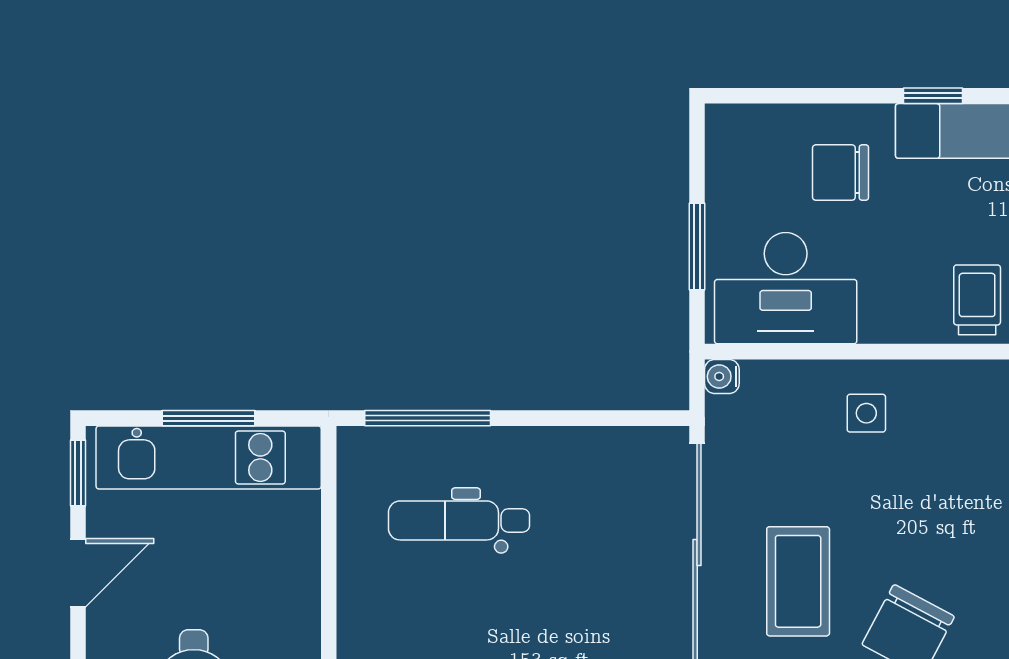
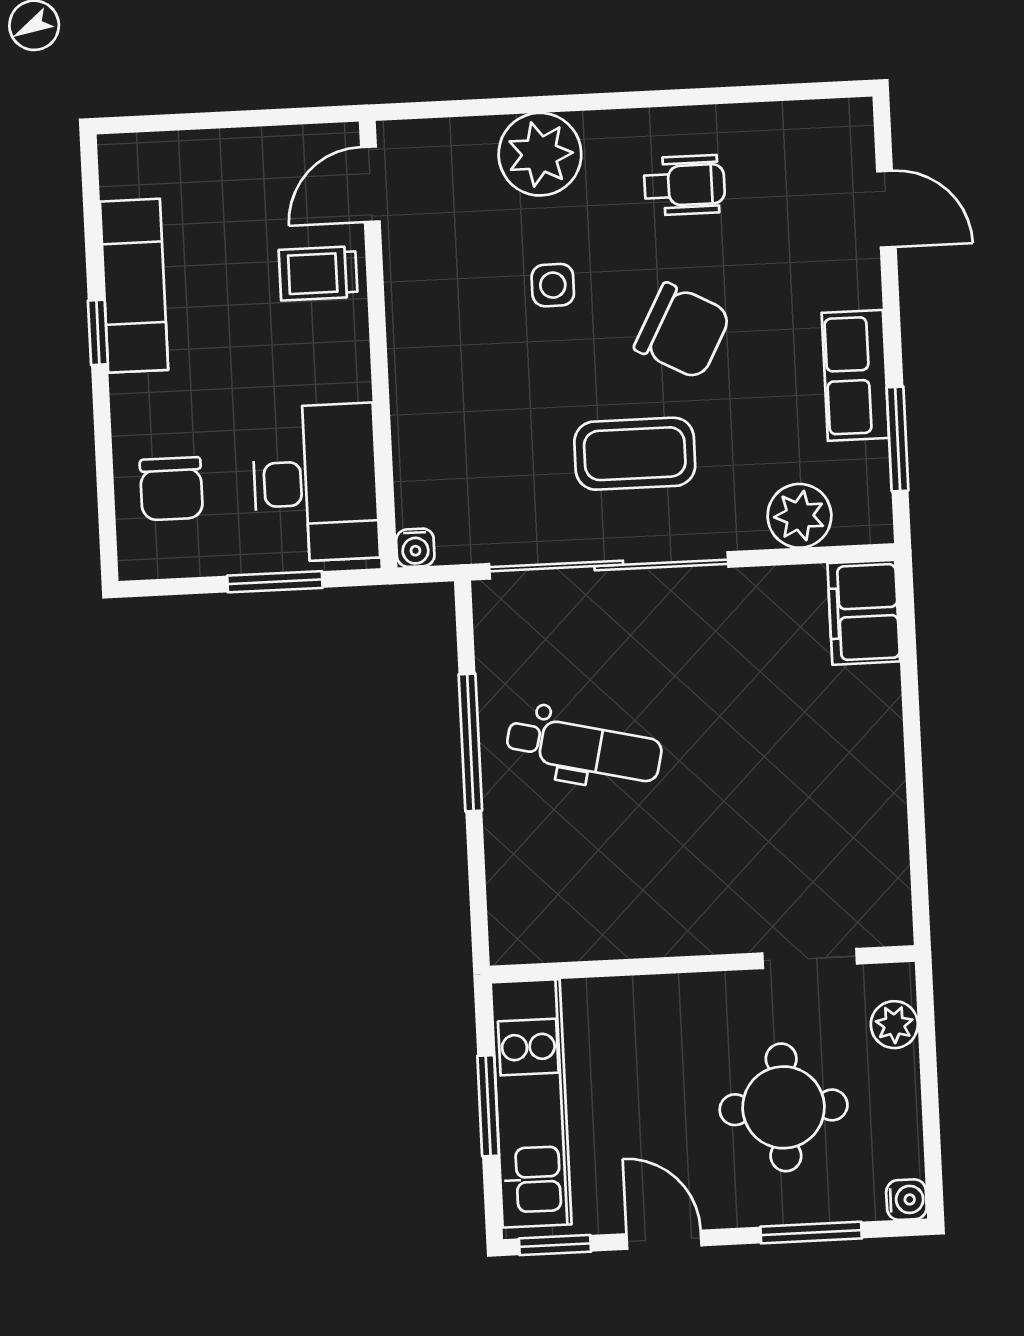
chair: (841, 173) -> (171, 489), moved
side table: (866, 413) -> (553, 285), moved
window: (428, 418) -> (470, 742), moved
dental chair: (459, 520) -> (584, 748), moved, turned -77

